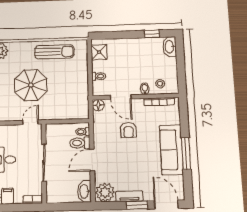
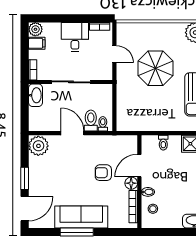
floor lamp: (98, 105) -> (131, 183), moved
door: (30, 122) -> (114, 54), moved
washbasin: (84, 191) -> (35, 95), moved, turned 90
tv unit: (129, 196) -> (34, 171), removed

